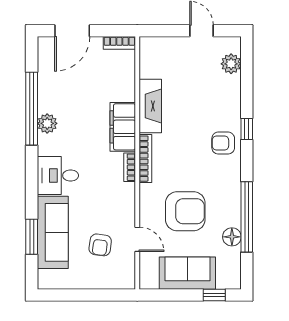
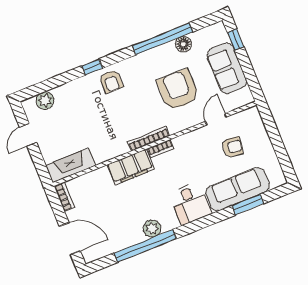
fireplace: (150, 106) -> (71, 165), moved

